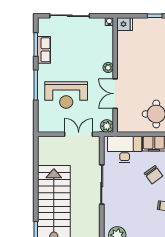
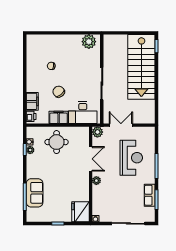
fridge: (125, 24) -> (80, 212), width x1.88, depth x1.34
reception desk: (66, 95) -> (131, 158), turned 90
double door: (79, 134) -> (121, 125), swing flipped

